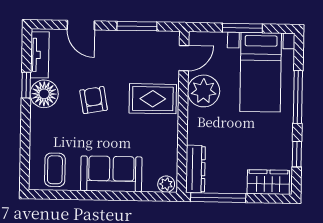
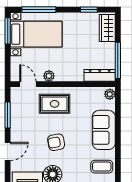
window: (242, 28) -> (8, 31), moved
plant: (204, 91) -> (49, 76), width x0.53, depth x0.53
window: (298, 97) -> (39, 10), moved
rug: (153, 99) -> (55, 104), turned 90

